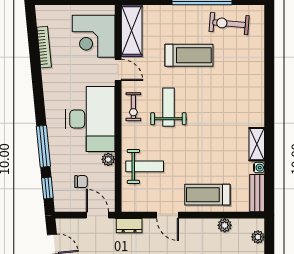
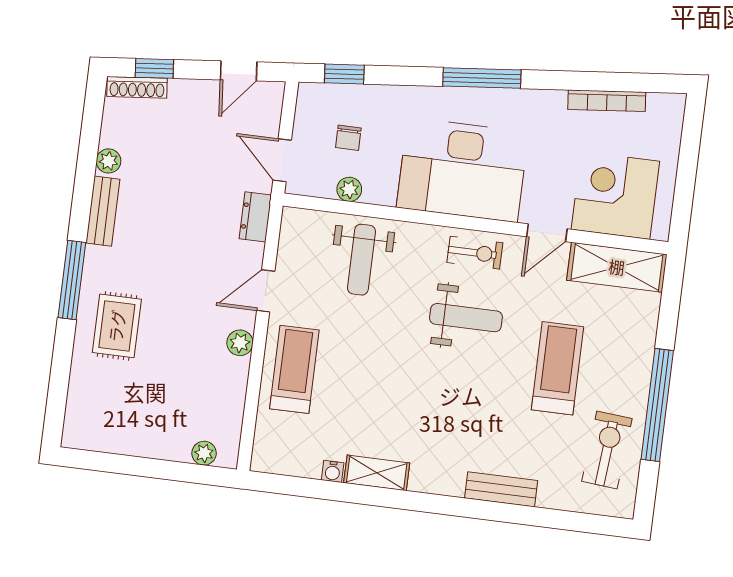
treadmill: (189, 55) -> (557, 368), turned 180
exercise bike: (133, 107) -> (475, 253), turned 180
window: (43, 146) -> (482, 78), moved
plant: (108, 159) -> (349, 189), moved
bench: (257, 193) -> (501, 489), moved
door: (97, 215) -> (282, 160), swing flipped
plant: (225, 225) -> (240, 343), moved

